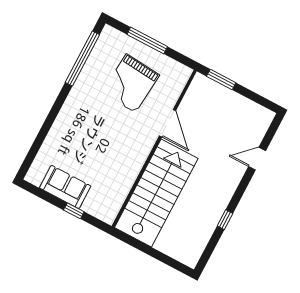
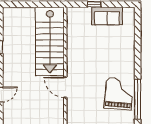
grand piano: (131, 83) -> (119, 94), moved

